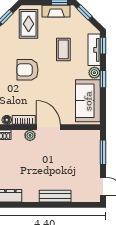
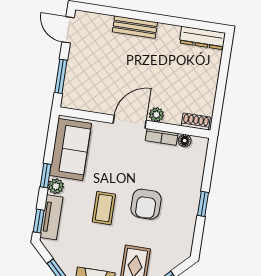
coffee table: (63, 49) -> (104, 208), moved
armchair: (27, 70) -> (146, 204), turned 90
door: (48, 127) -> (130, 122), swing flipped

